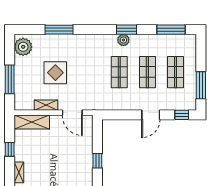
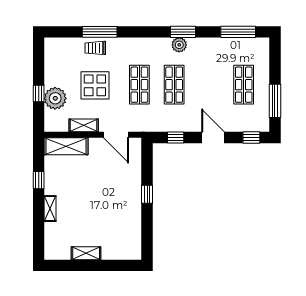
trolley: (56, 43) -> (95, 48), added
plant: (23, 47) -> (55, 98), moved
shop shelf: (147, 72) -> (139, 85), moved
window: (10, 79) -> (39, 94), width x0.46
window: (121, 115) -> (176, 138), added
door: (151, 115) -> (213, 138), swing flipped

